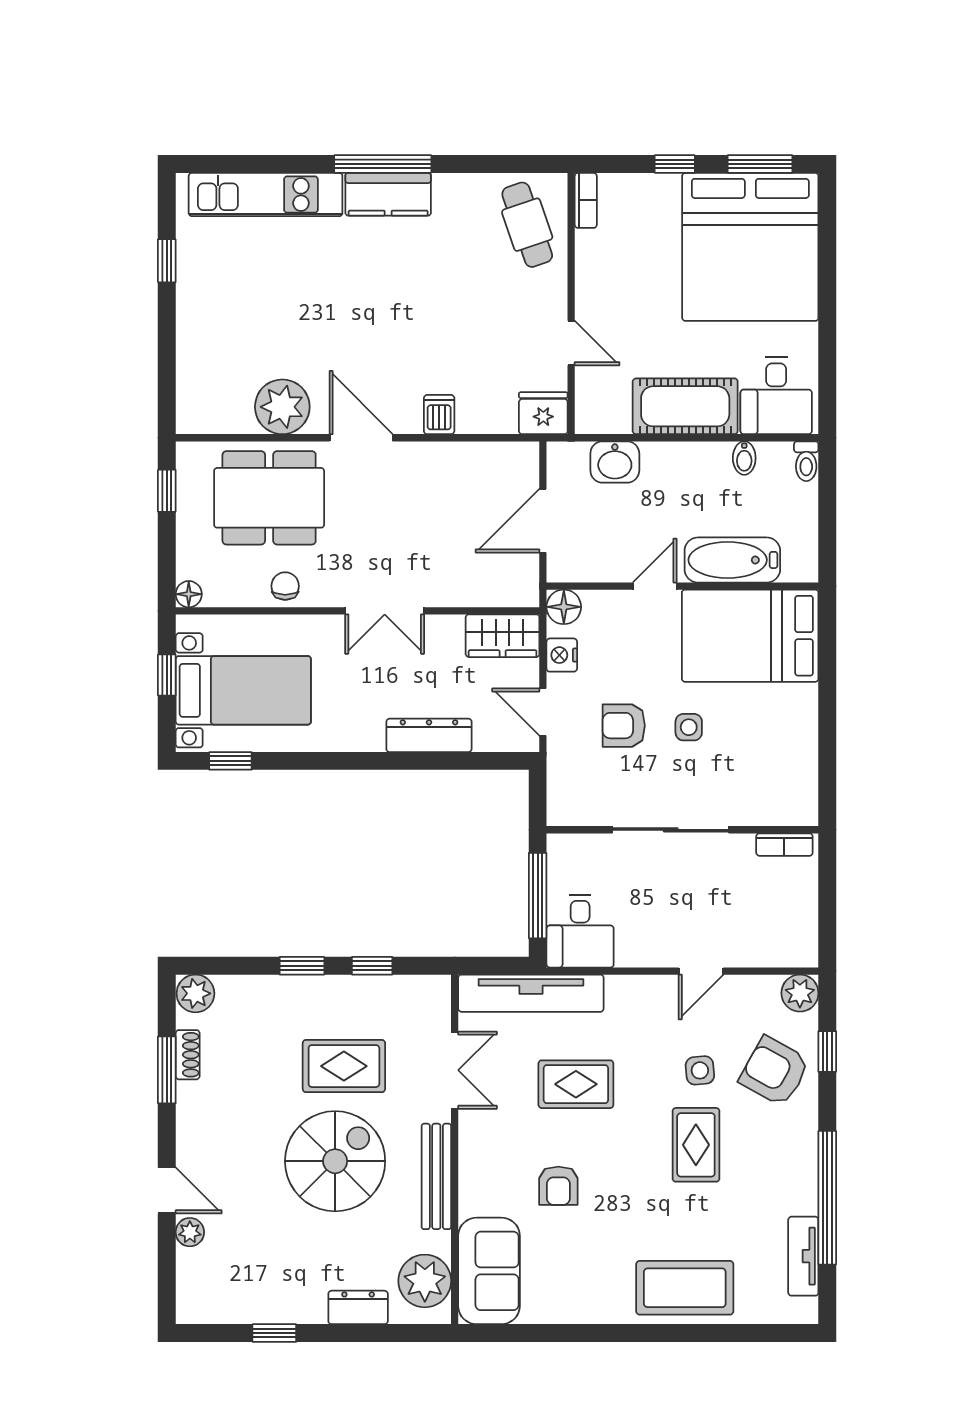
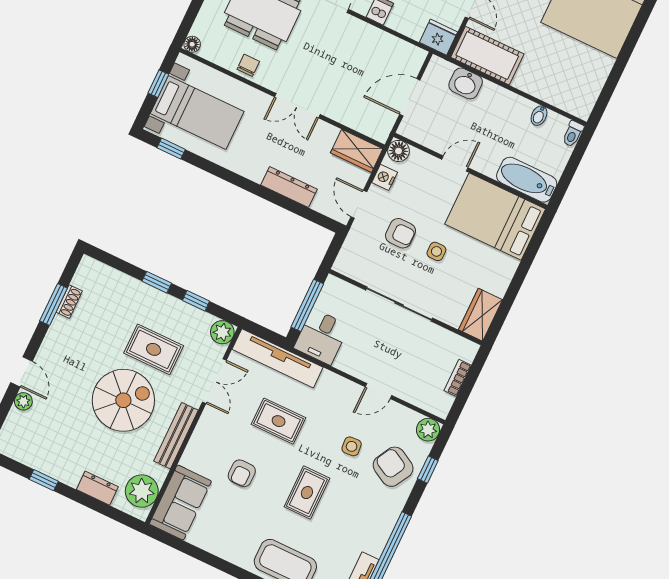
desk: (776, 396) -> (573, 89), removed
cot: (685, 406) -> (487, 56), moved
bathtub: (732, 560) -> (527, 180), moved
armchair: (624, 726) -> (401, 233), turned 180
wardrobe: (797, 789) -> (481, 315), added
bookcase: (784, 845) -> (458, 378), moved, turned 90
plant: (195, 993) -> (222, 332), moved
rug: (696, 1145) -> (307, 493), moved

